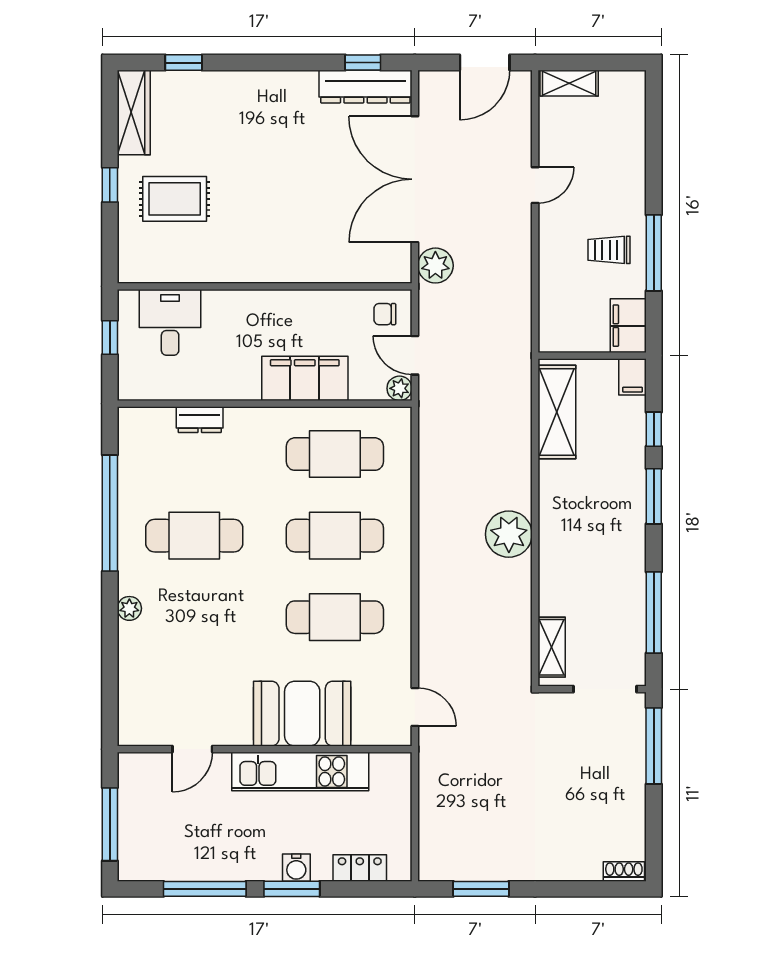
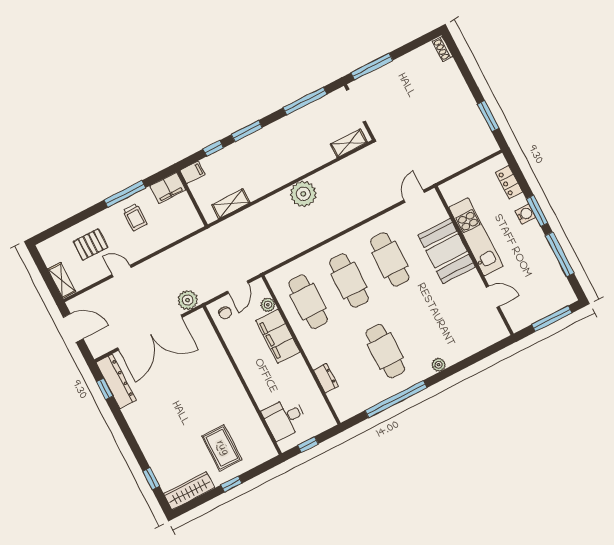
pallet: (602, 158) -> (91, 244), added
plant: (399, 388) -> (268, 305), moved
shelving: (557, 412) -> (231, 204), width x0.67, depth x0.75

